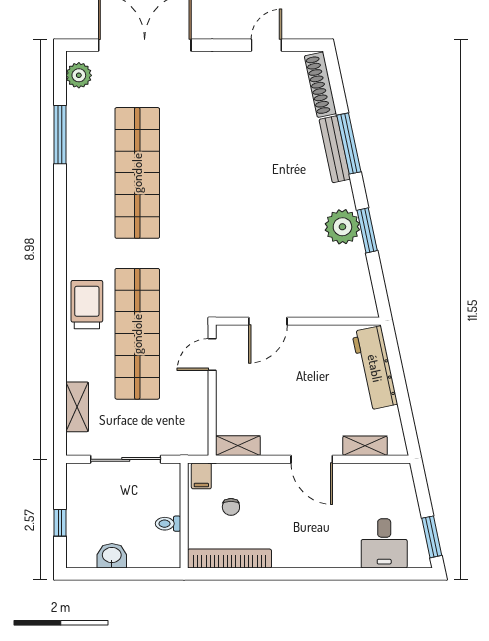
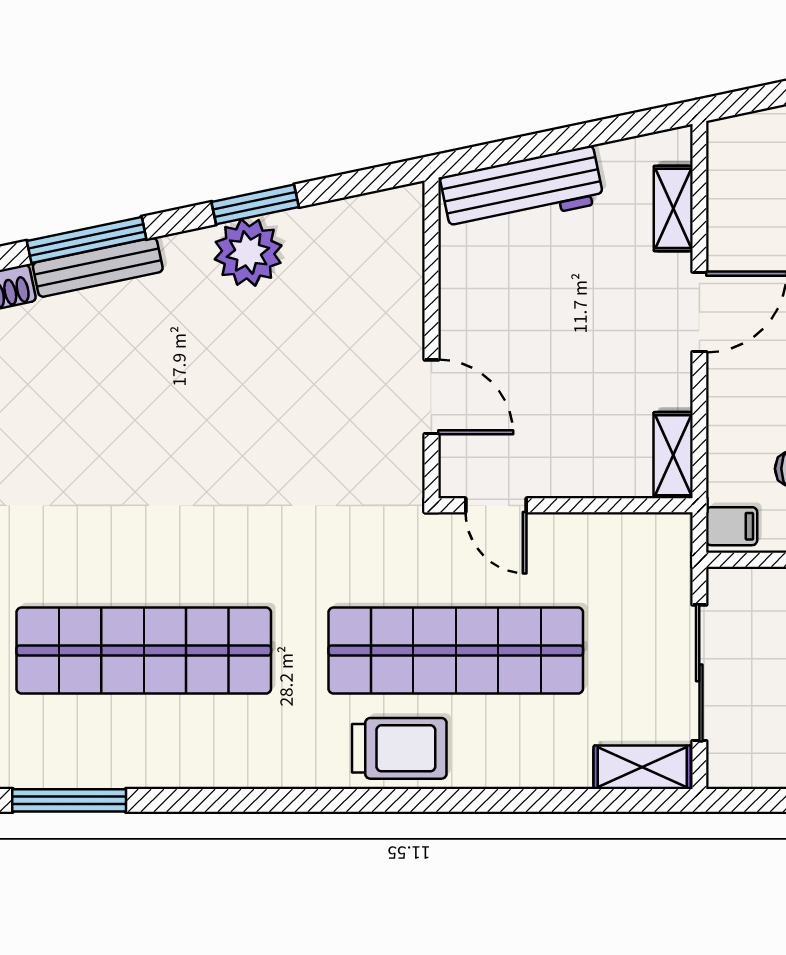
trolley: (87, 305) -> (399, 748), turned 180
shelving: (77, 407) -> (642, 767), moved

